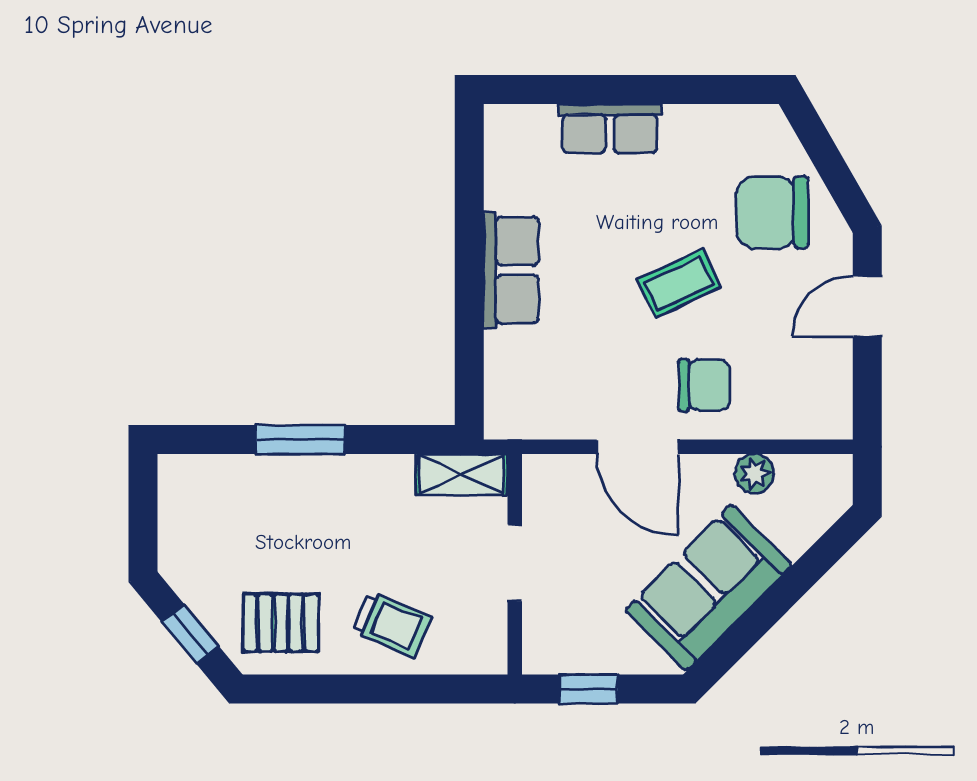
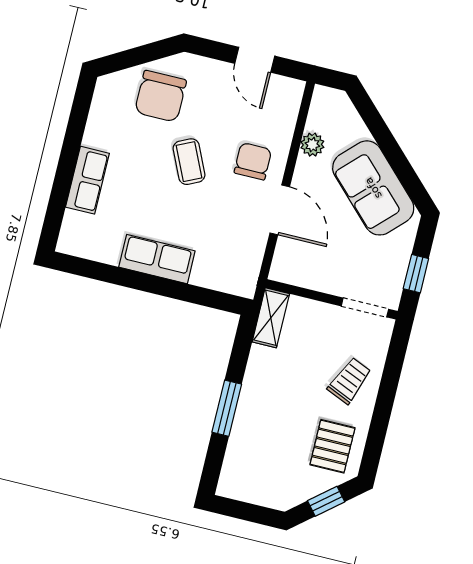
door: (867, 306) -> (255, 60), moved
door: (637, 447) -> (280, 210), hinge flipped
doorway: (515, 563) -> (365, 308), moved

